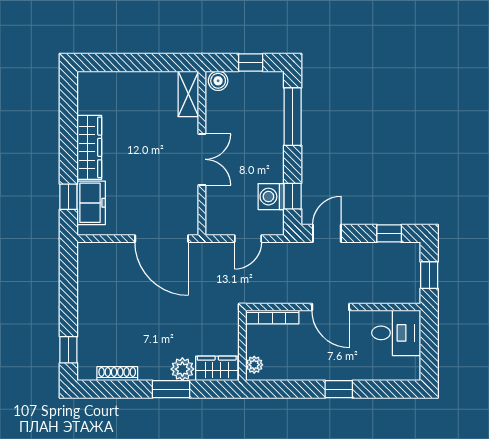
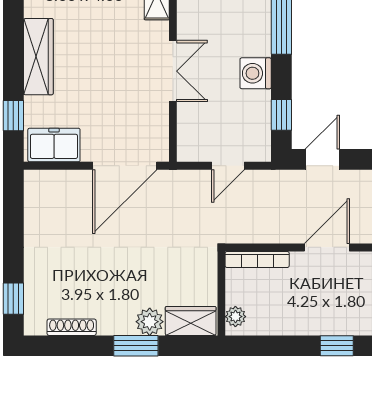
washing machine: (271, 197) -> (256, 73), moved
freezer: (91, 203) -> (54, 145), moved, turned -90
door: (162, 239) -> (125, 166), hinge flipped
door: (331, 307) -> (327, 247), swing flipped

